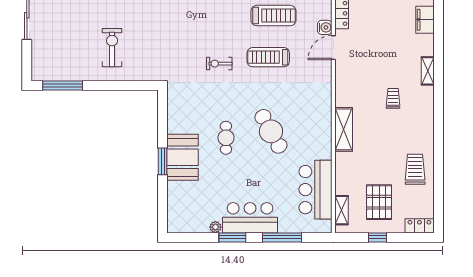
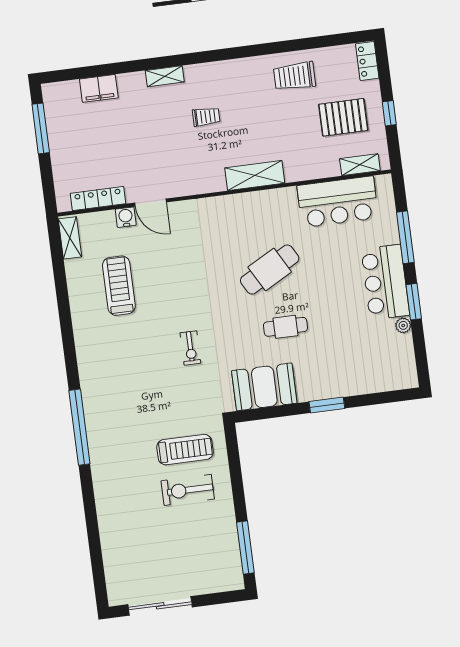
treadmill: (268, 57) -> (185, 450), moved, turned -90
trolley: (393, 98) -> (206, 117), turned 180
booth: (183, 157) -> (264, 387), moved

